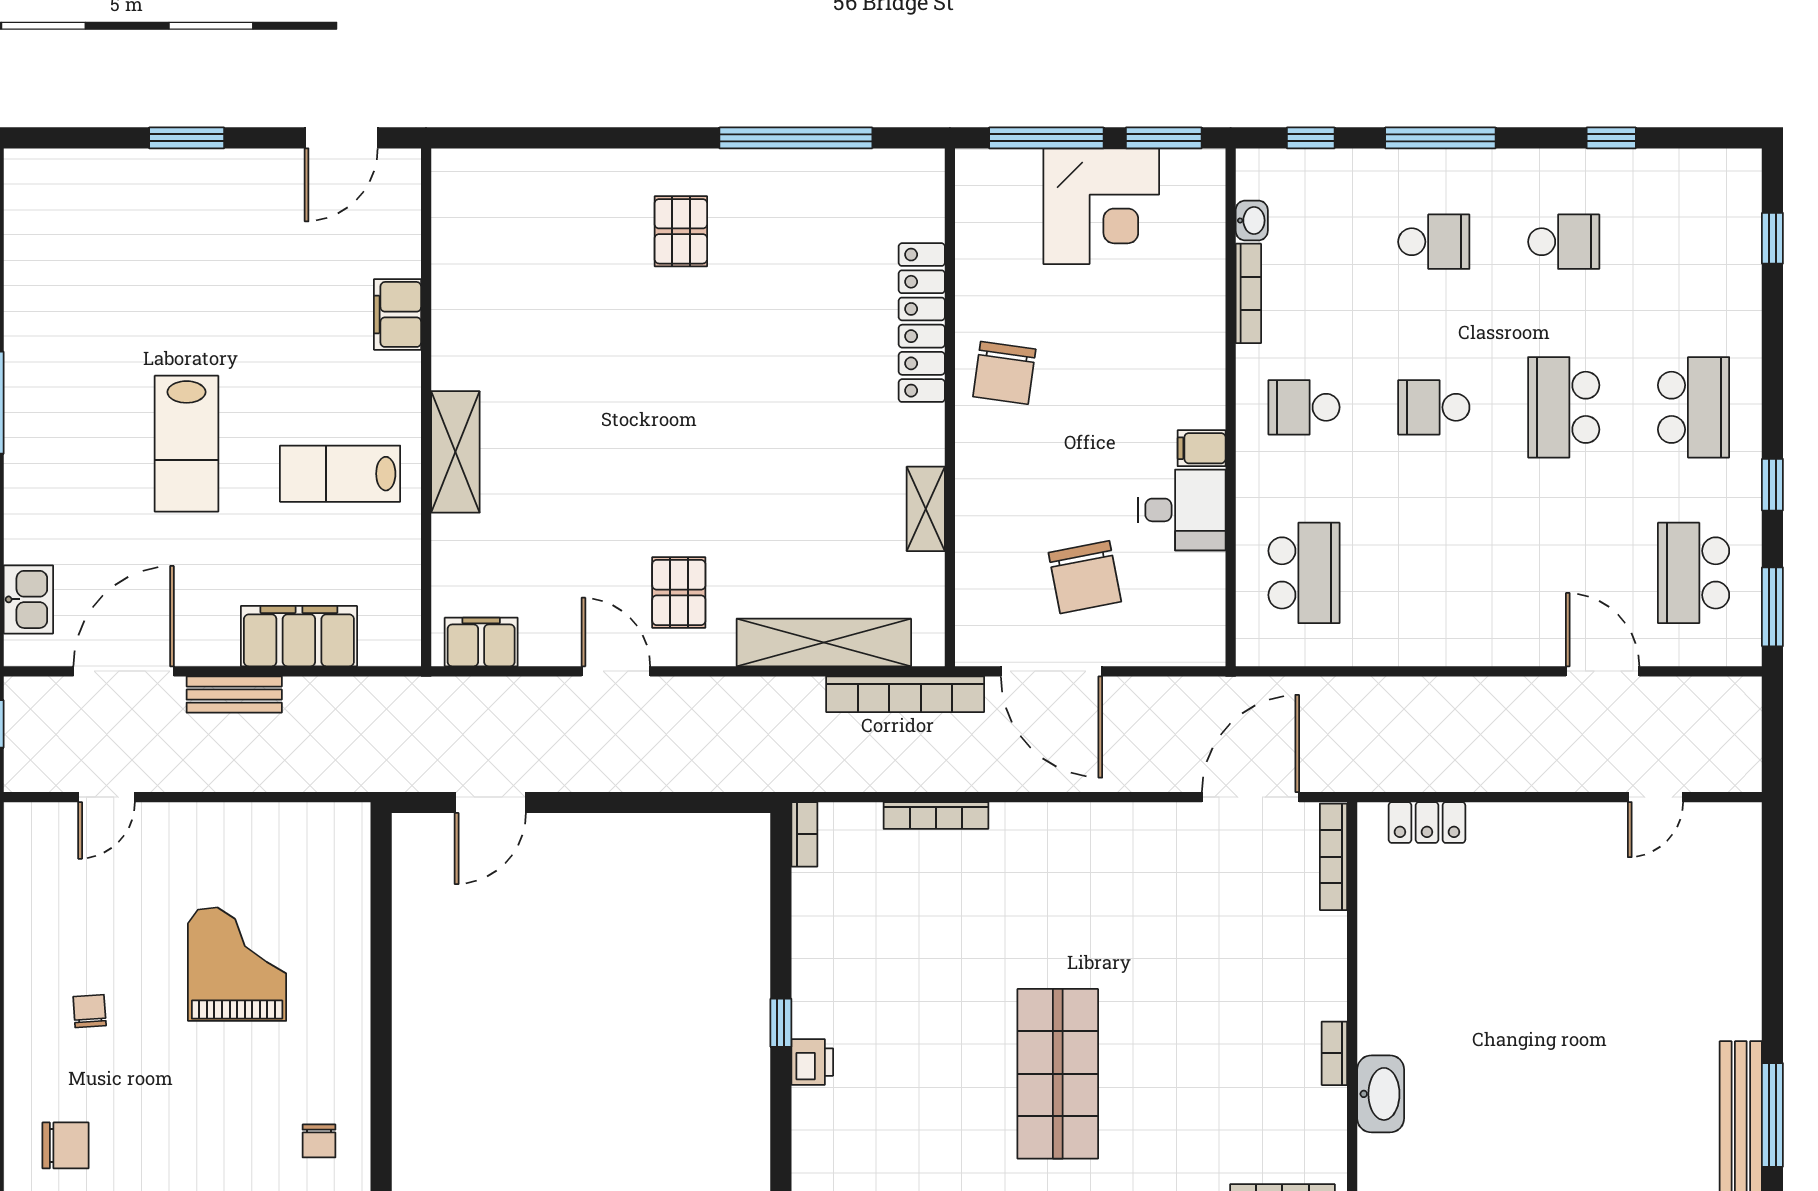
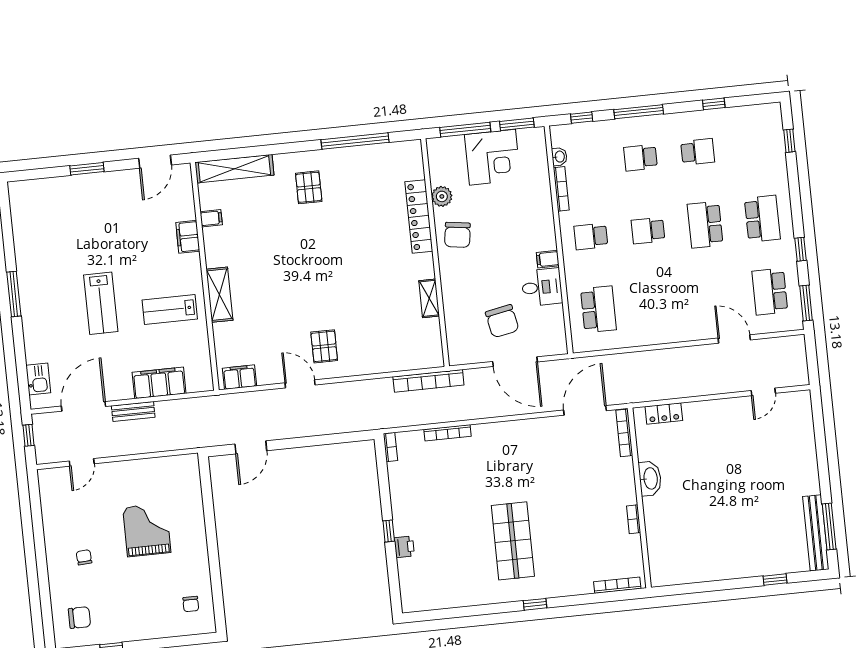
school desk: (1434, 242) -> (640, 158), turned 180
filing cabinet: (454, 278) -> (211, 218), added
plant: (978, 283) -> (442, 196), added
shelving: (824, 642) -> (234, 169), moved
door: (1052, 671) -> (515, 362), moved
washbasin: (1381, 1094) -> (650, 478), moved

